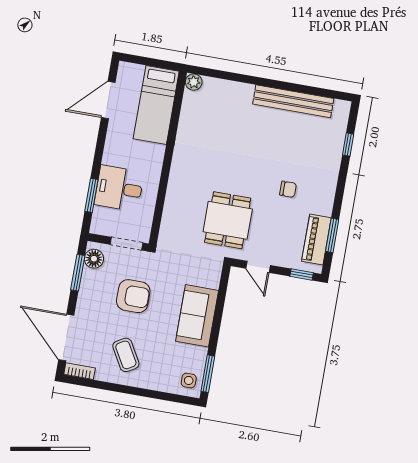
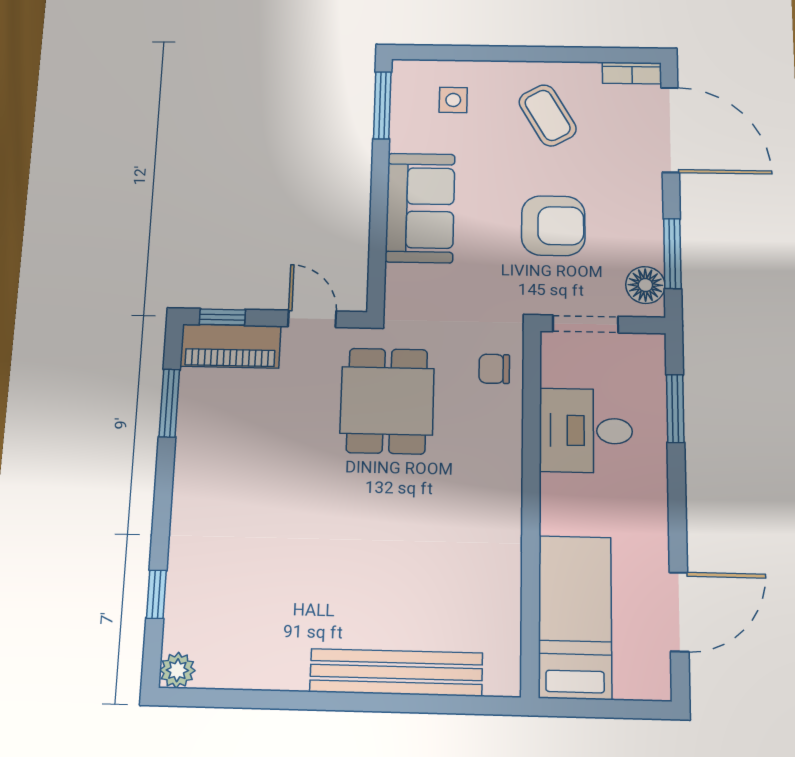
plant: (194, 82) -> (177, 670), moved
bench: (293, 101) -> (396, 672), moved
desk: (119, 188) -> (586, 431), moved, turned 180
chair: (288, 189) -> (494, 369), moved
piano: (316, 240) -> (231, 346), moved, turned 90
armchair: (133, 296) -> (553, 226), turned 180
side table: (189, 380) -> (453, 100), moved

